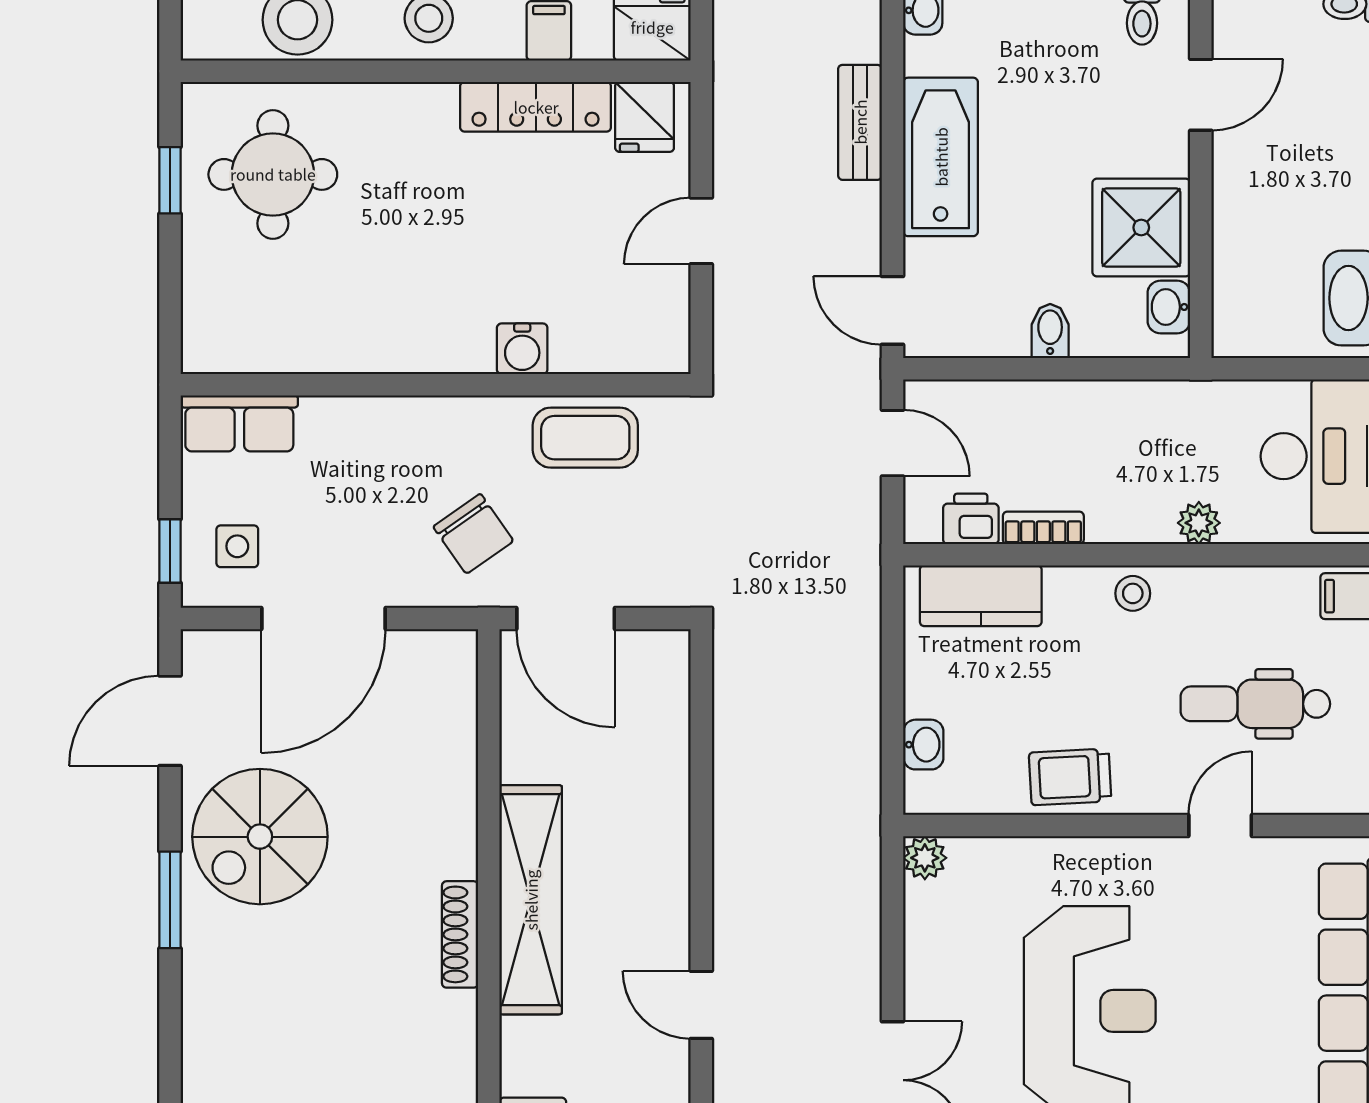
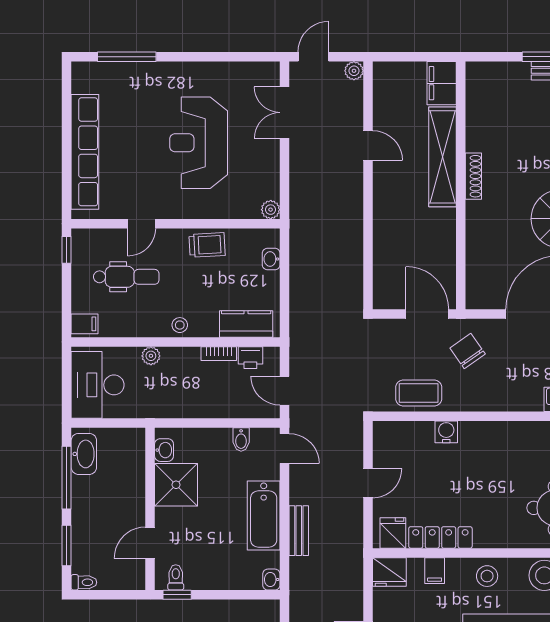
bidet: (1050, 331) -> (241, 440), moved
shelving: (531, 900) -> (443, 157), moved

